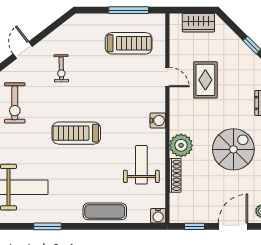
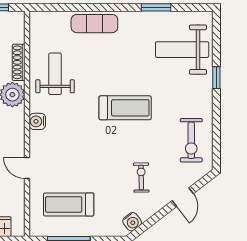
exercise bike: (15, 103) -> (191, 140), turned 180
weight bench: (141, 165) -> (55, 74), turned 180
water cooler: (158, 216) -> (132, 222), moved, turned 142

